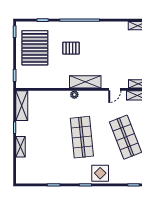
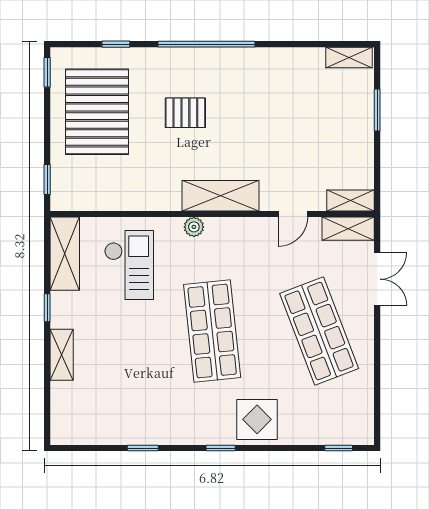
checkout: (48, 110) -> (129, 265), added

